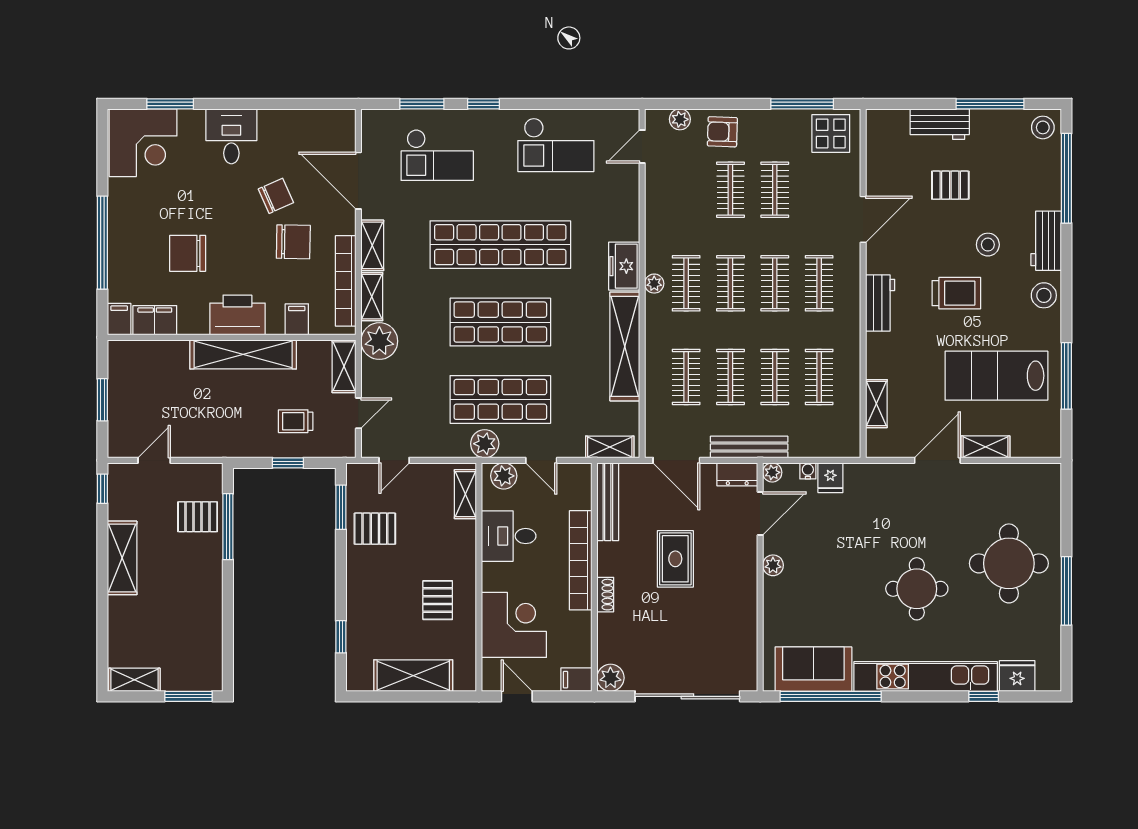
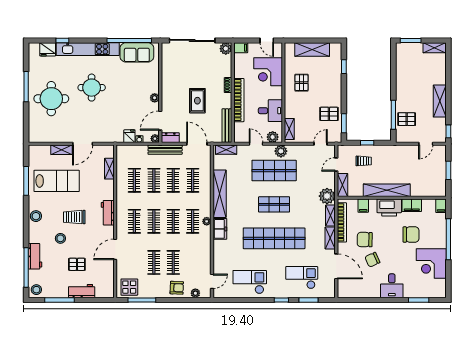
corner desk: (143, 143) -> (431, 264), moved, turned -90
workbench: (1046, 241) -> (35, 256), moved
filing cabinet: (155, 320) -> (412, 205), moved
shop shelf: (500, 322) -> (274, 204), width x0.70, depth x0.74

